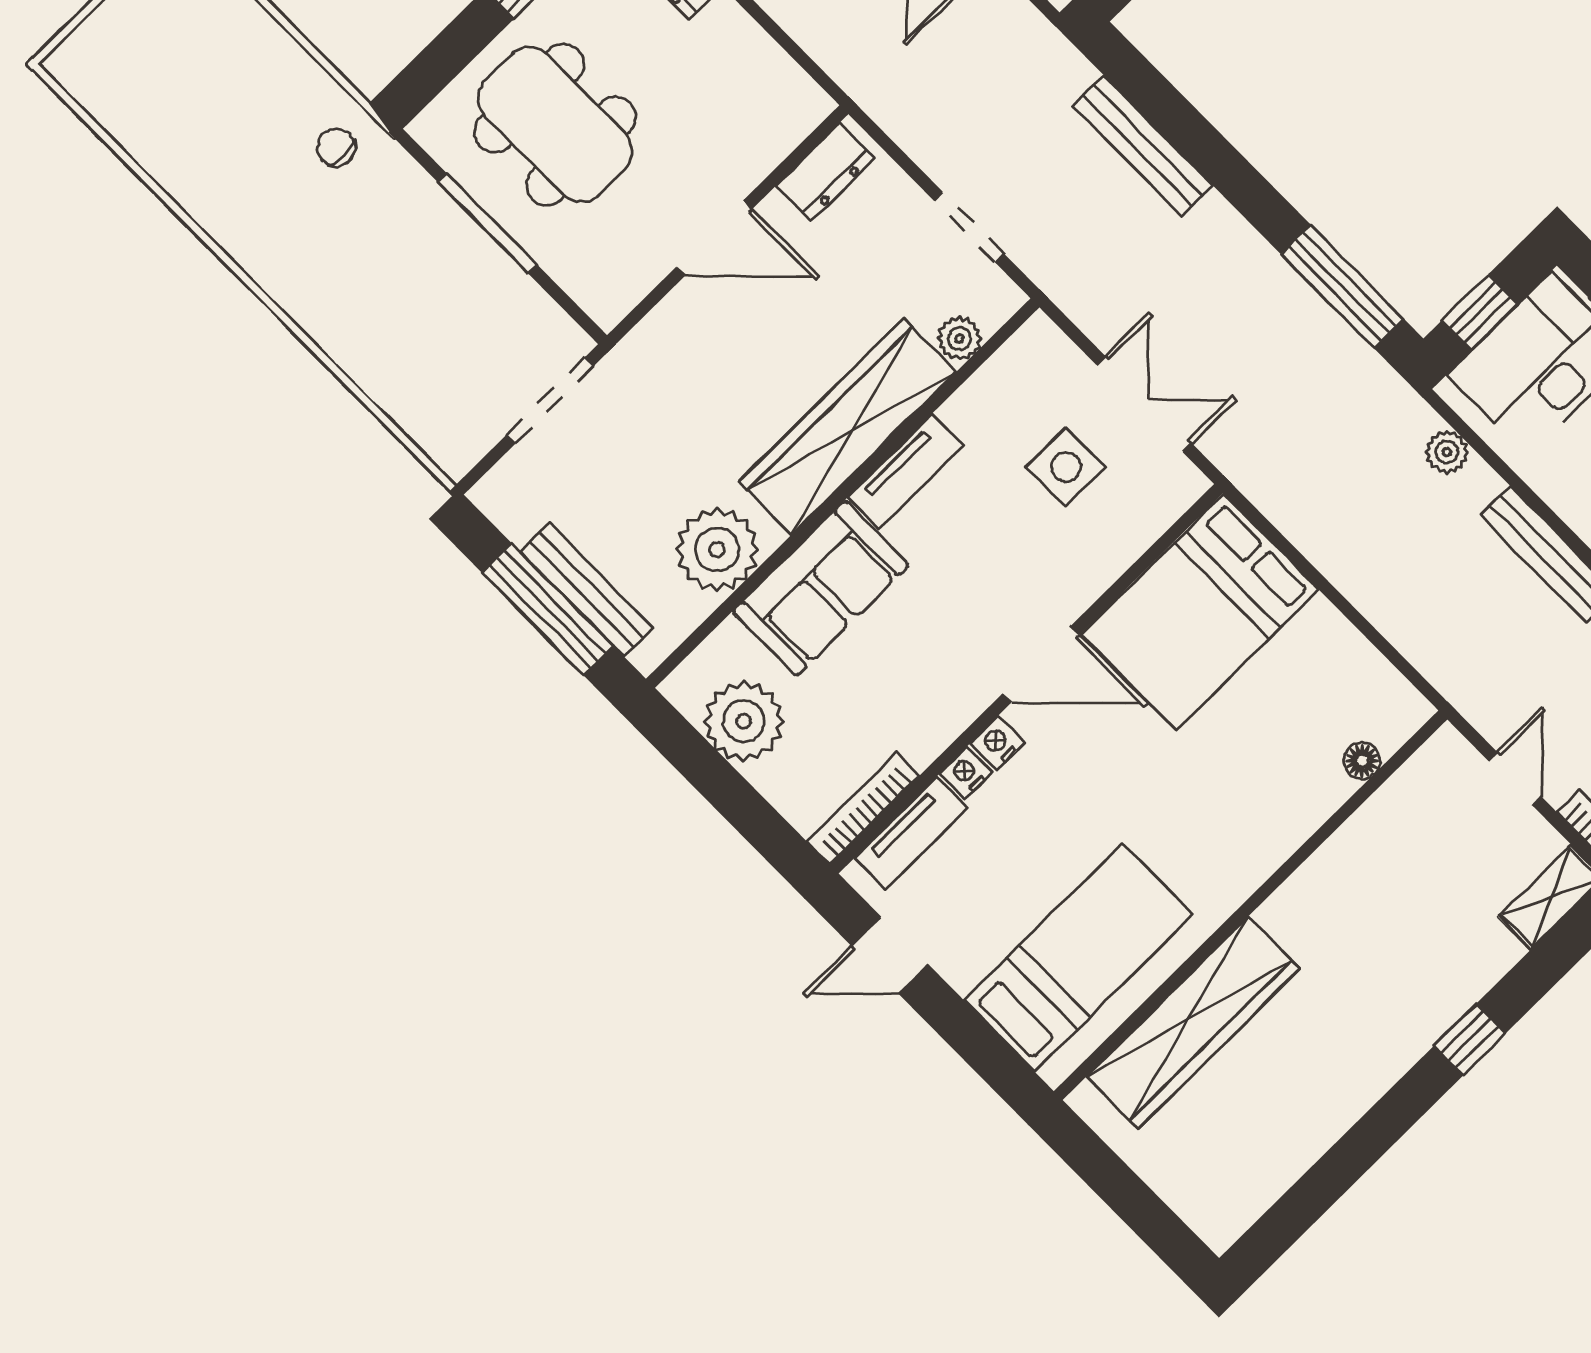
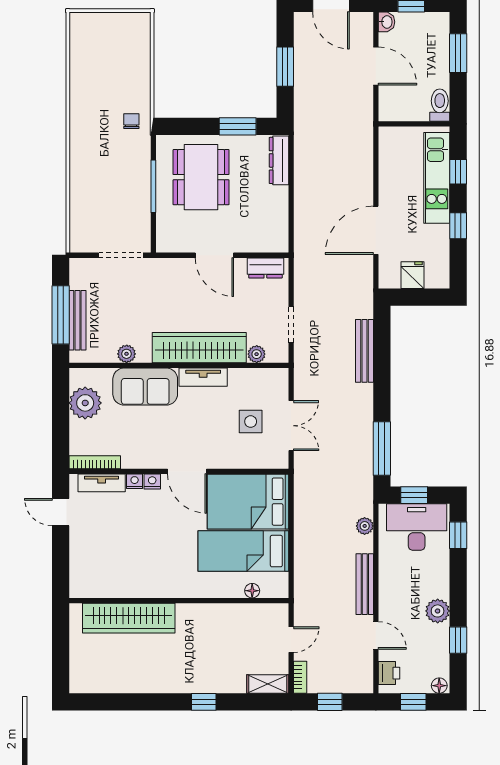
plant: (717, 550) -> (127, 354), width x0.53, depth x0.53
bed: (1079, 957) -> (243, 551), moved, turned 180

